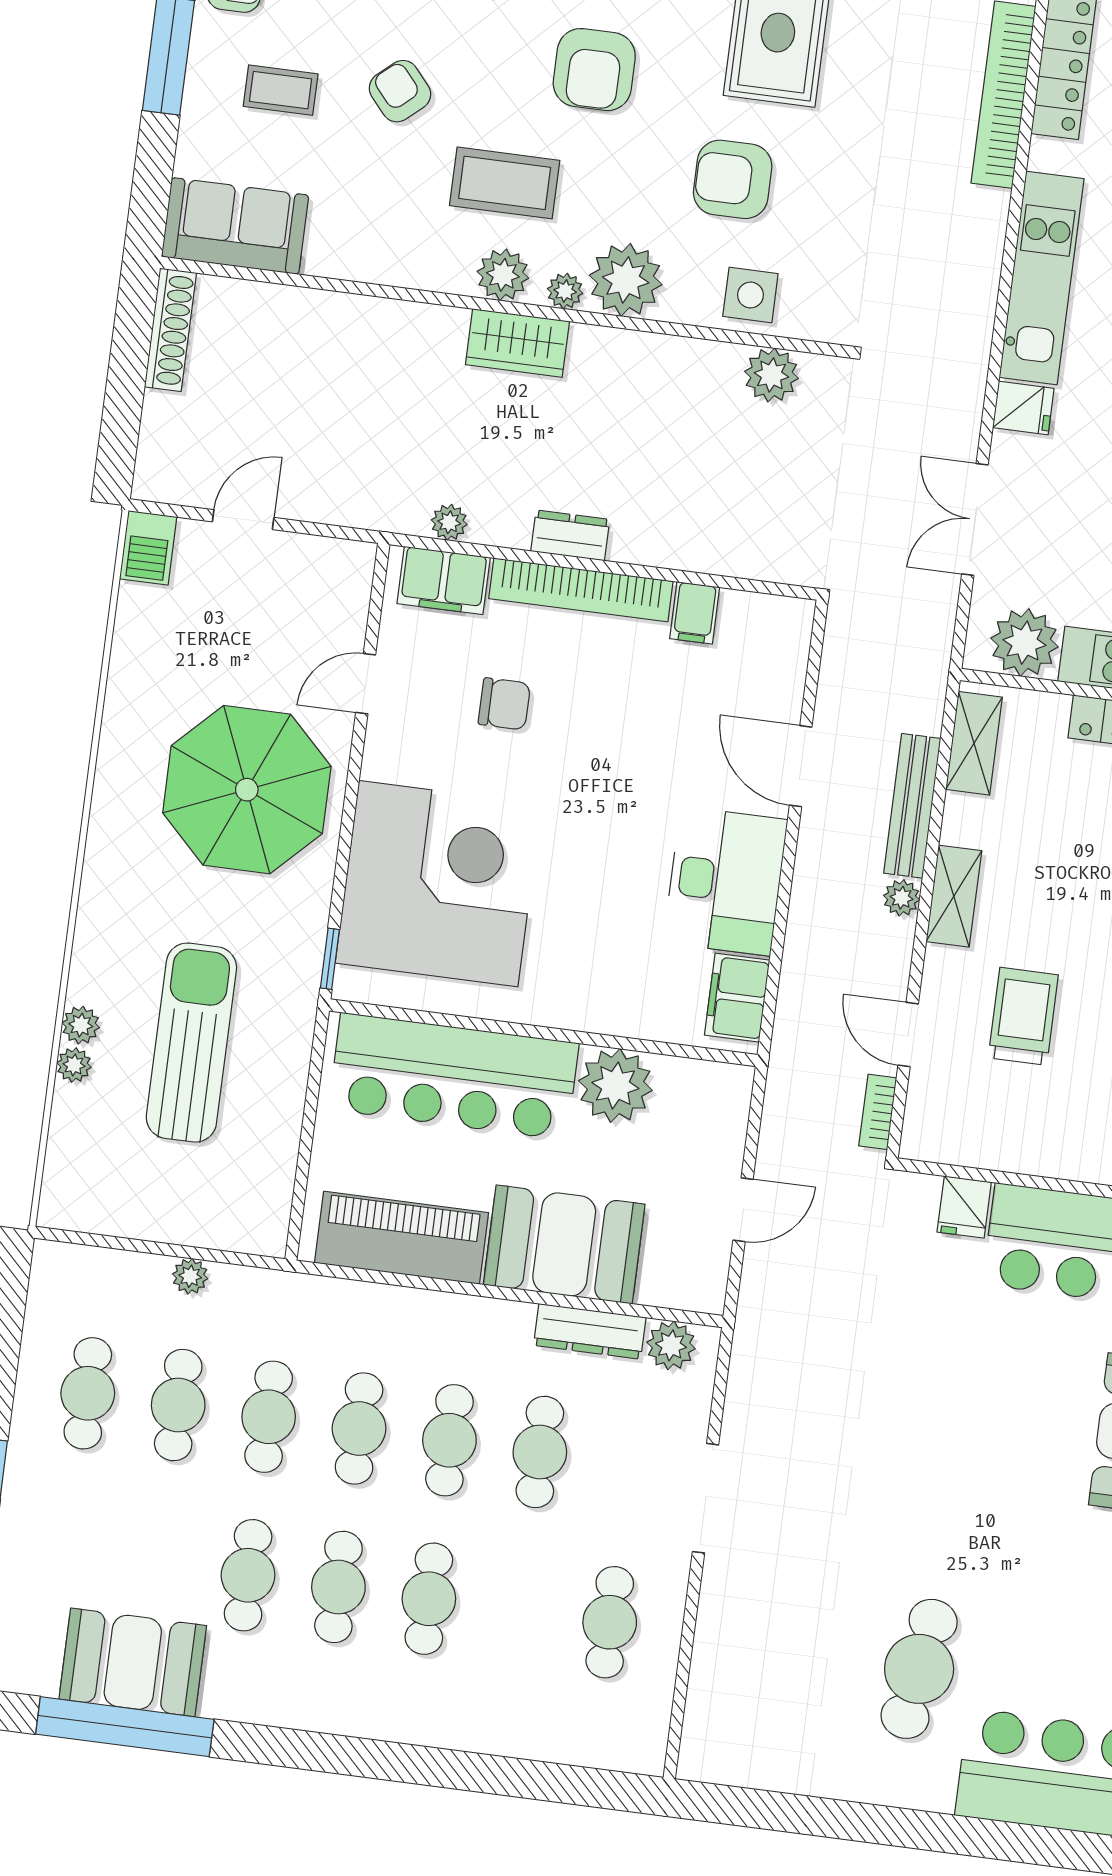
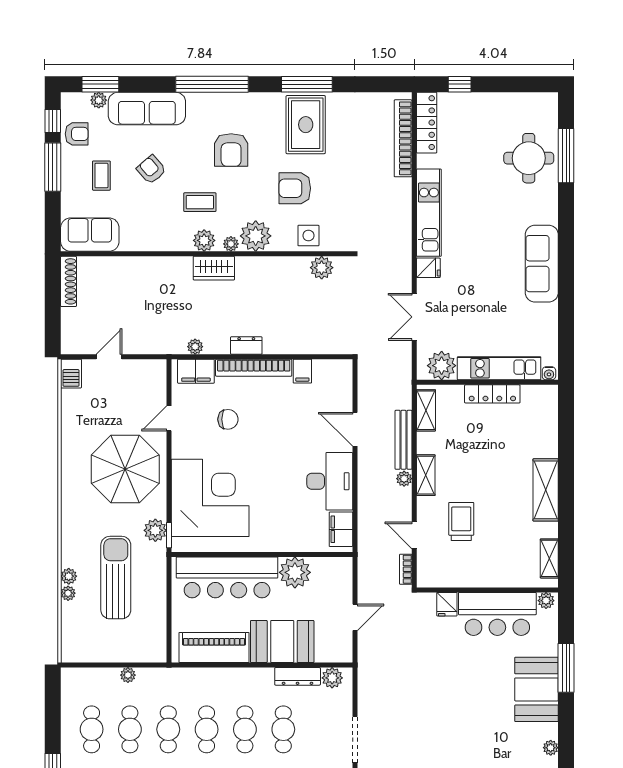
coffee table: (281, 90) -> (101, 176), turned 90
coffee table: (505, 183) -> (200, 202), width x0.73, depth x0.77
plant: (299, 943) -> (155, 530), added

